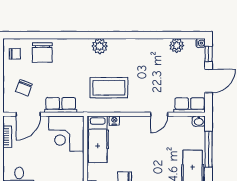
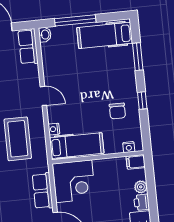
door: (159, 114) -> (43, 96), moved

